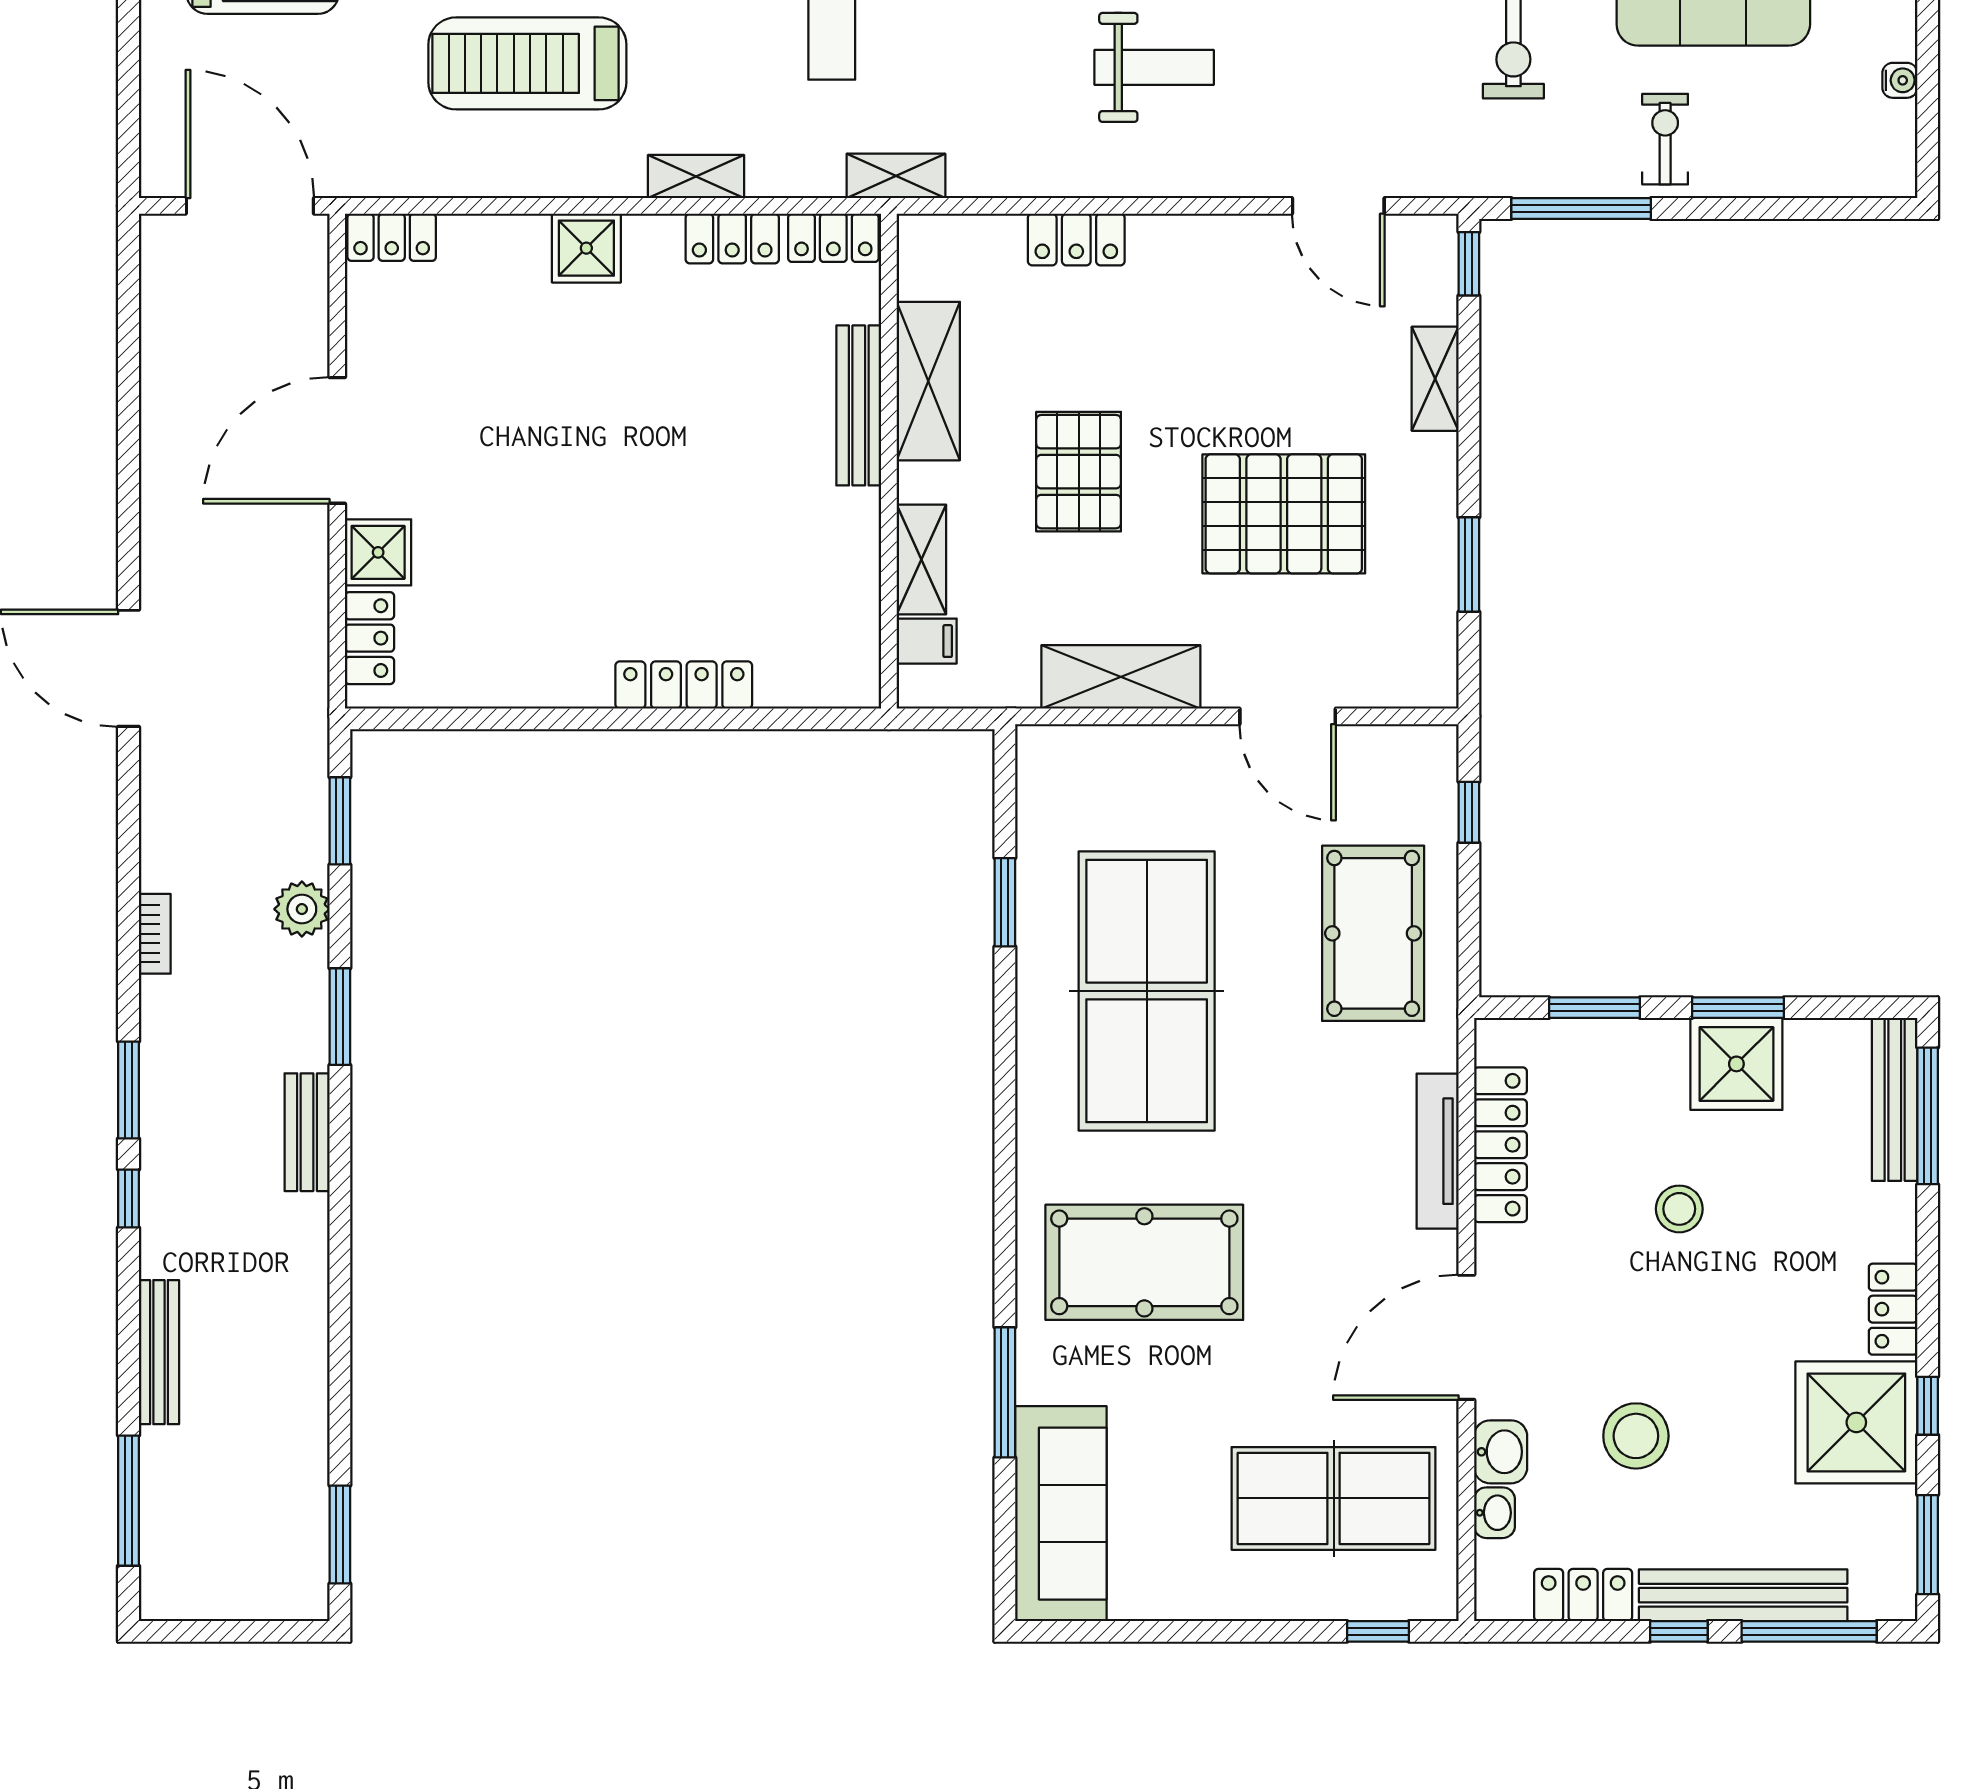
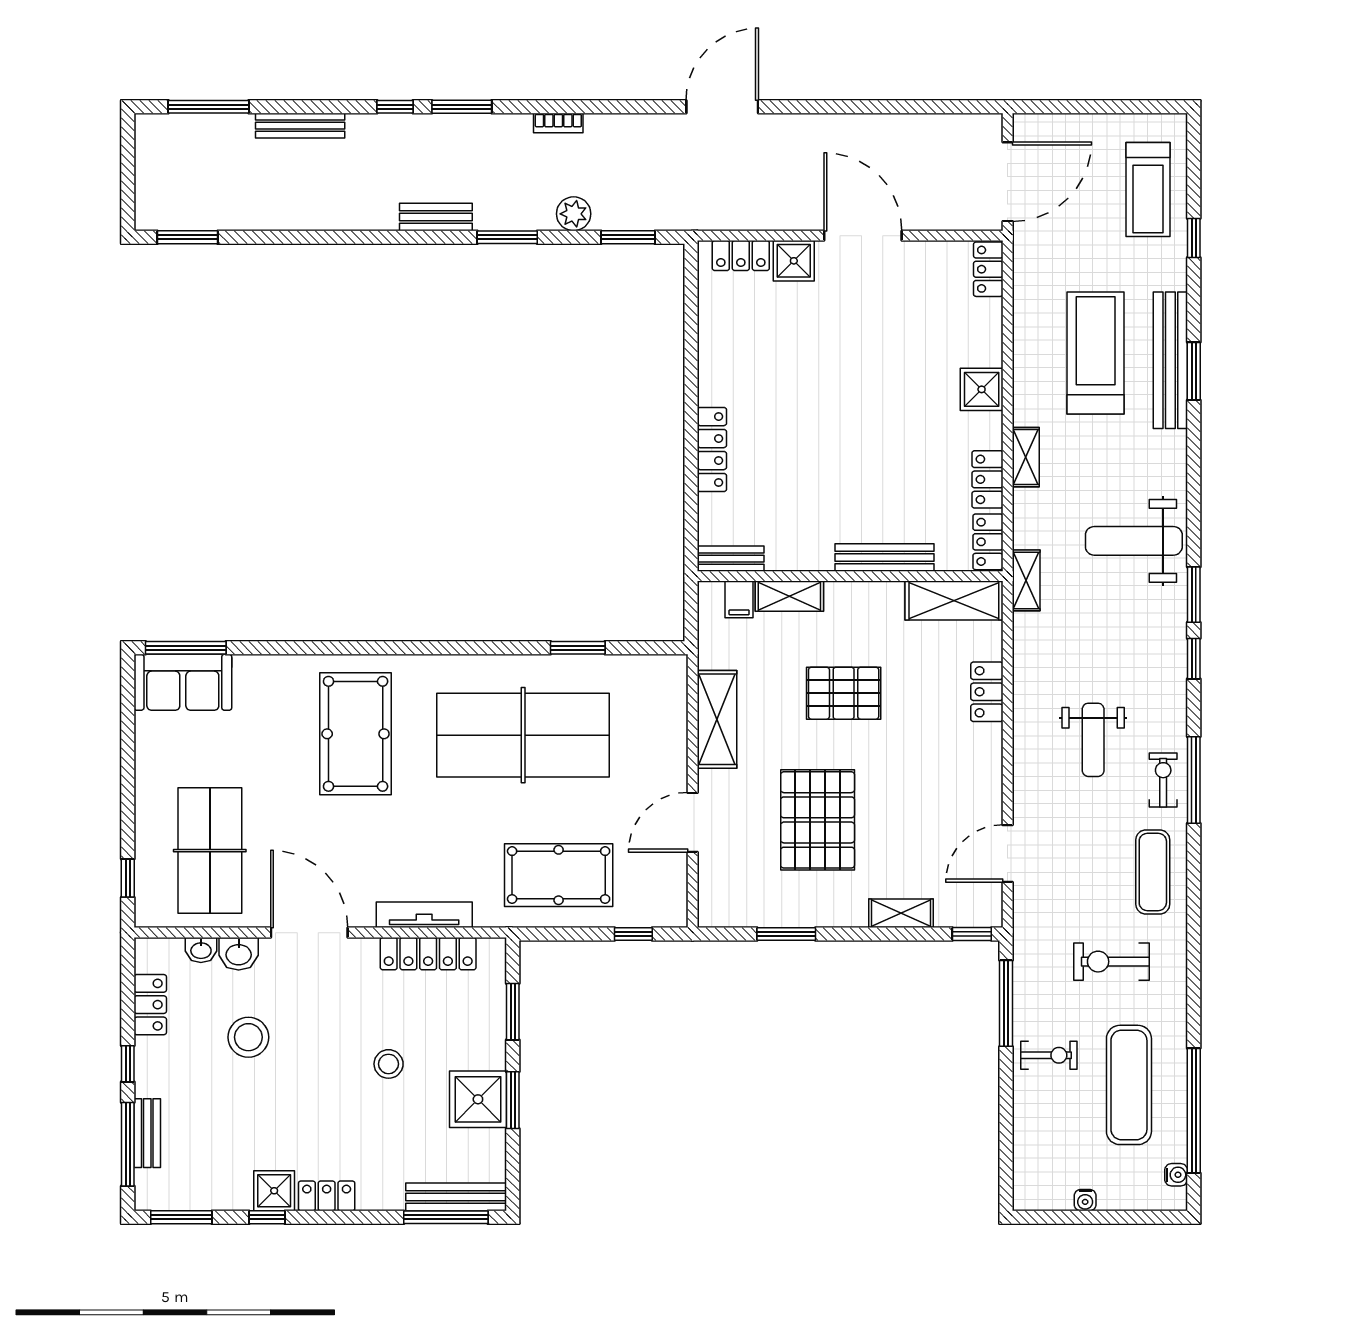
shelving: (928, 381) -> (954, 600), moved
bench: (861, 655) -> (731, 559), added
window: (1005, 1392) -> (186, 648), moved
shower: (1856, 1422) -> (274, 1191), width x0.54, depth x0.54
sofa: (1061, 1514) -> (183, 682), width x0.73
bench: (1743, 1595) -> (147, 1133), width x0.54, depth x0.82

